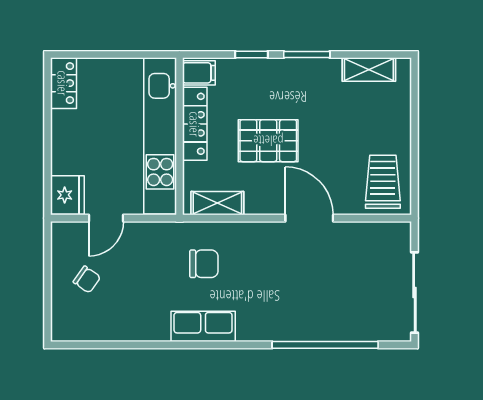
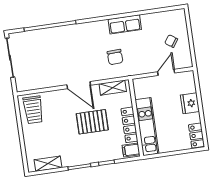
kitchen unit: (160, 136) -> (147, 127), width x0.73
fridge: (67, 195) -> (190, 103), moved
door: (309, 218) -> (79, 85), moved
chair: (204, 264) -> (115, 57), turned -93
row of seats: (203, 326) -> (125, 24), moved

